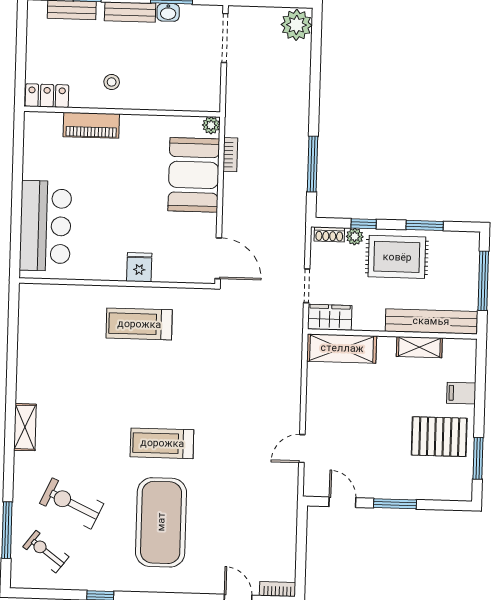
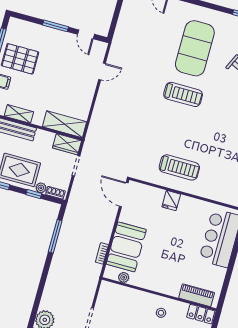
piano: (91, 125) -> (197, 295), moved
plant: (211, 125) -> (124, 277), moved

